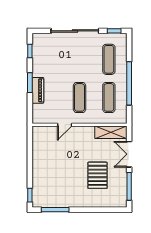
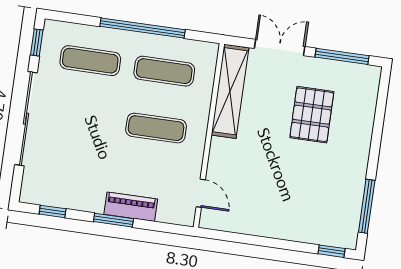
door: (65, 125) -> (201, 193), moved
shelving: (111, 132) -> (230, 91), width x1.47
double door: (129, 154) -> (280, 48), swing flipped
pallet: (97, 175) -> (312, 115), turned 90

